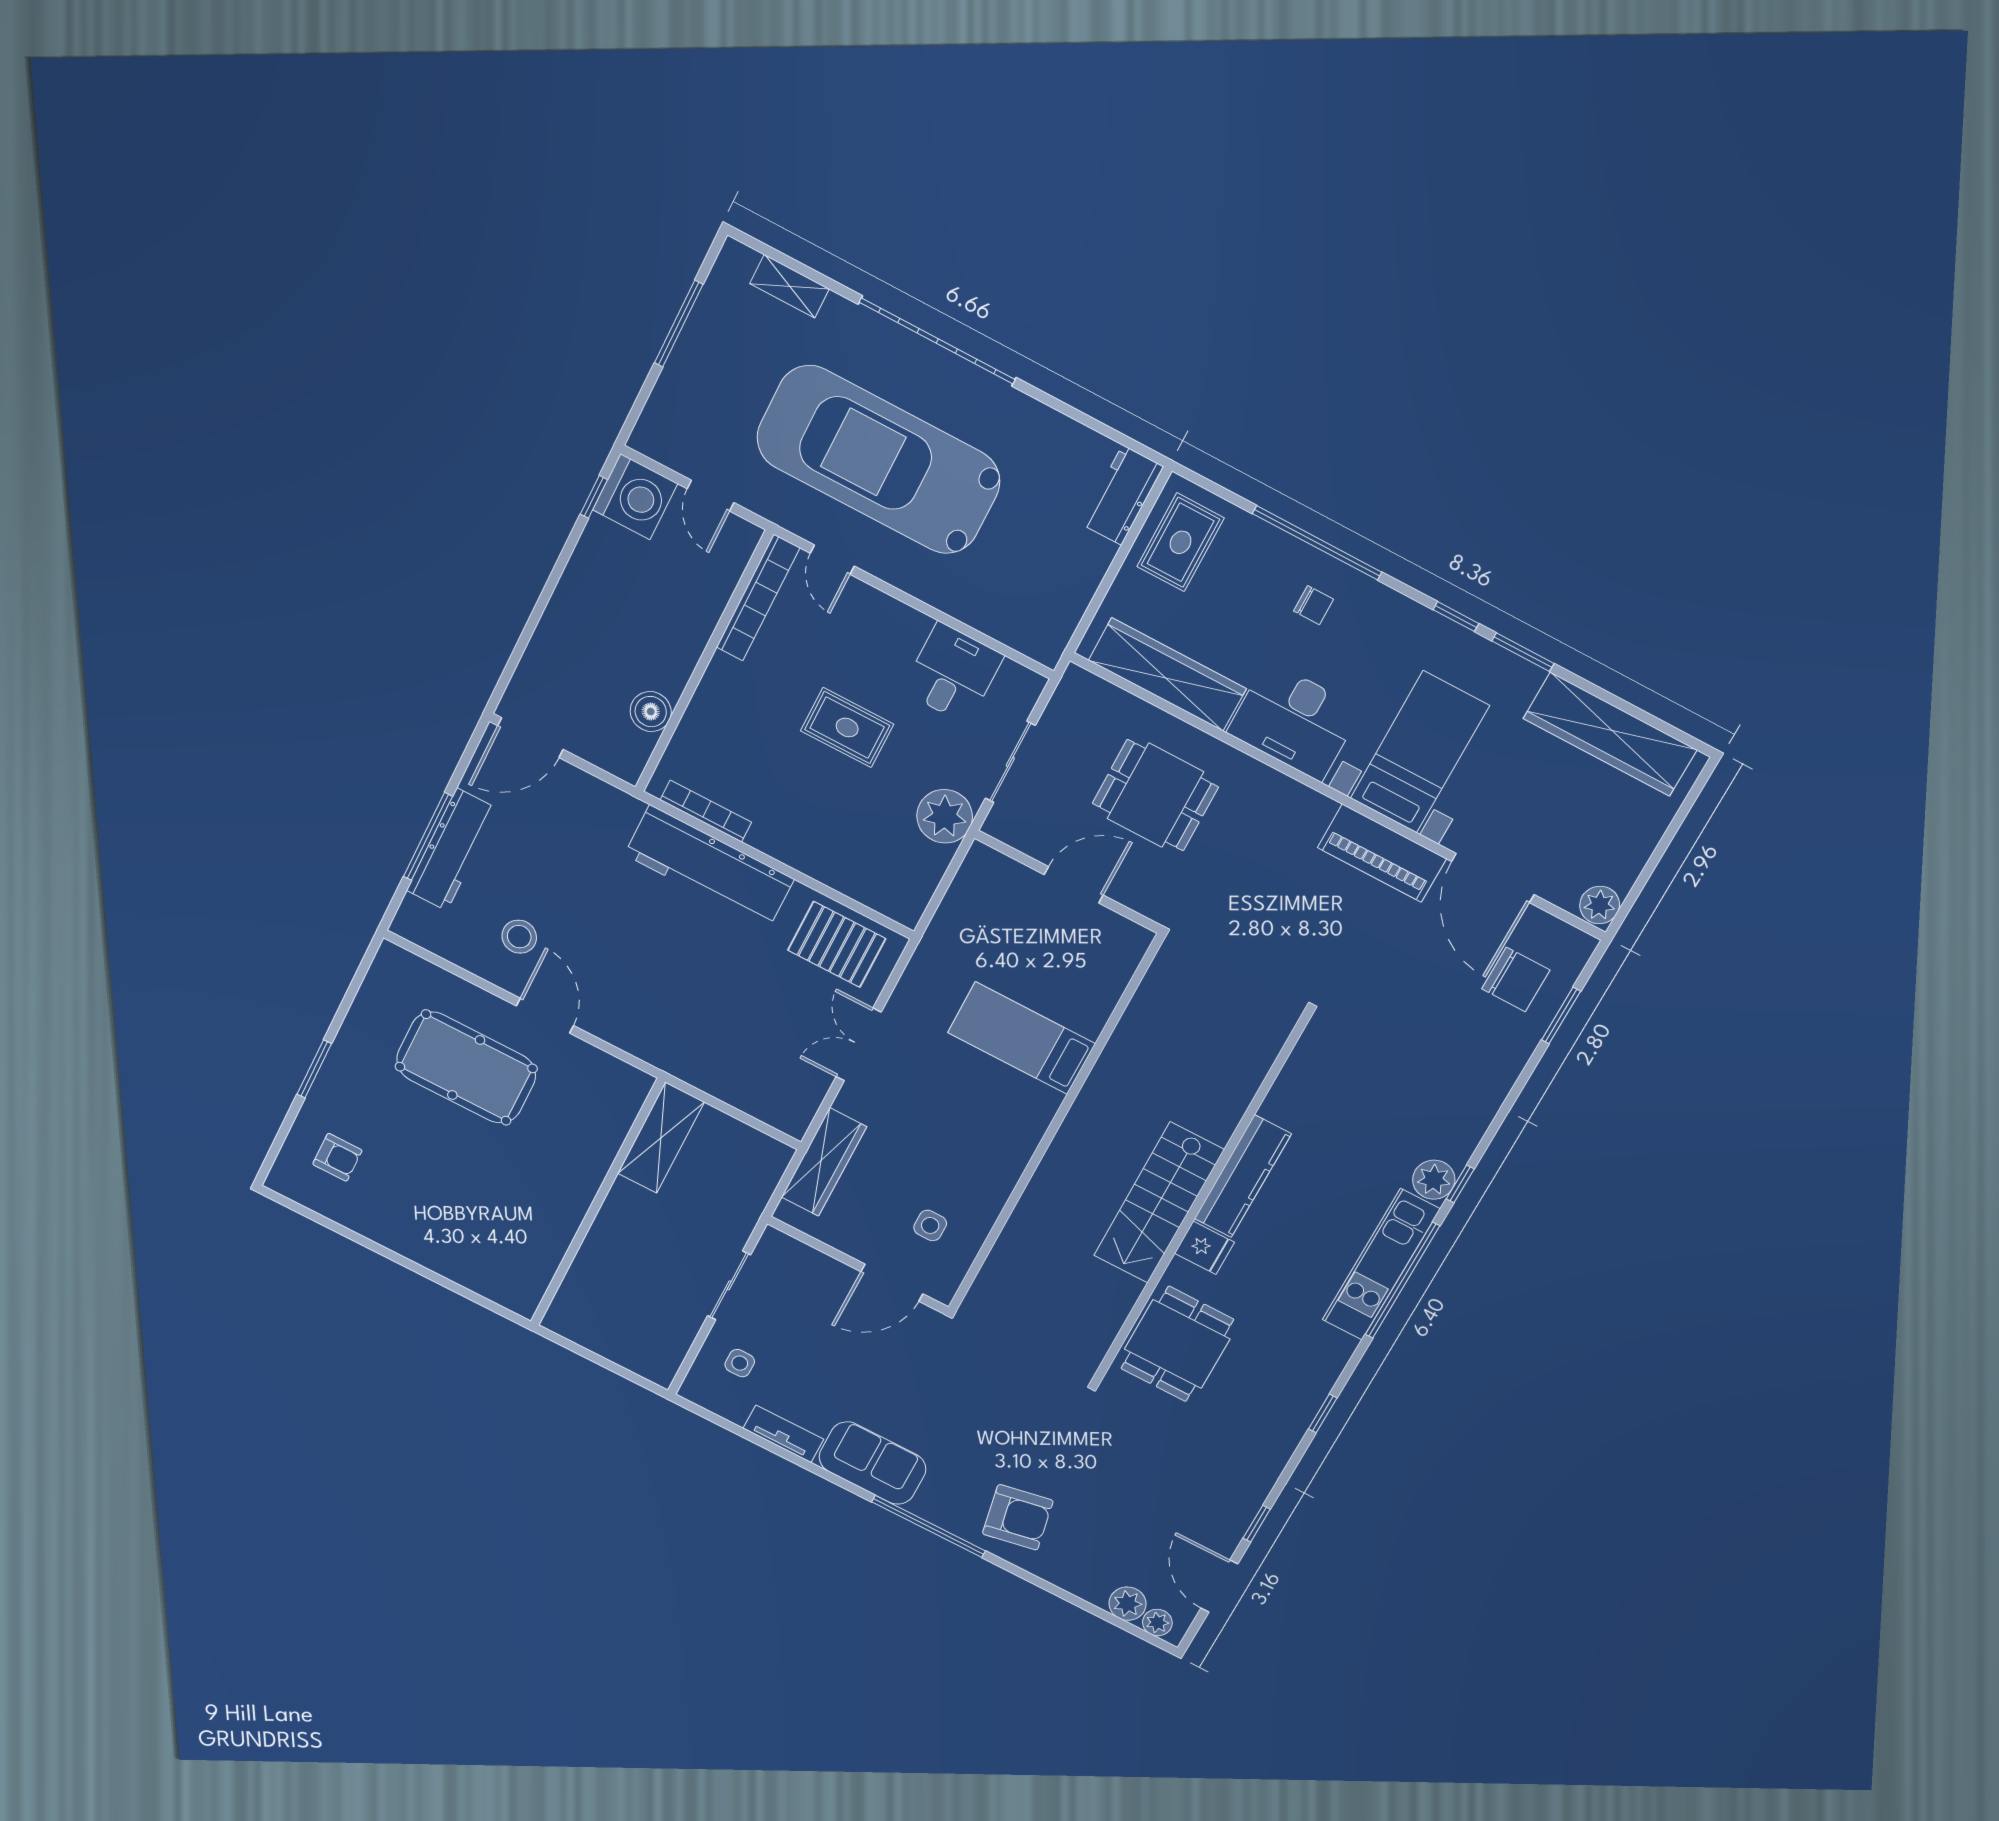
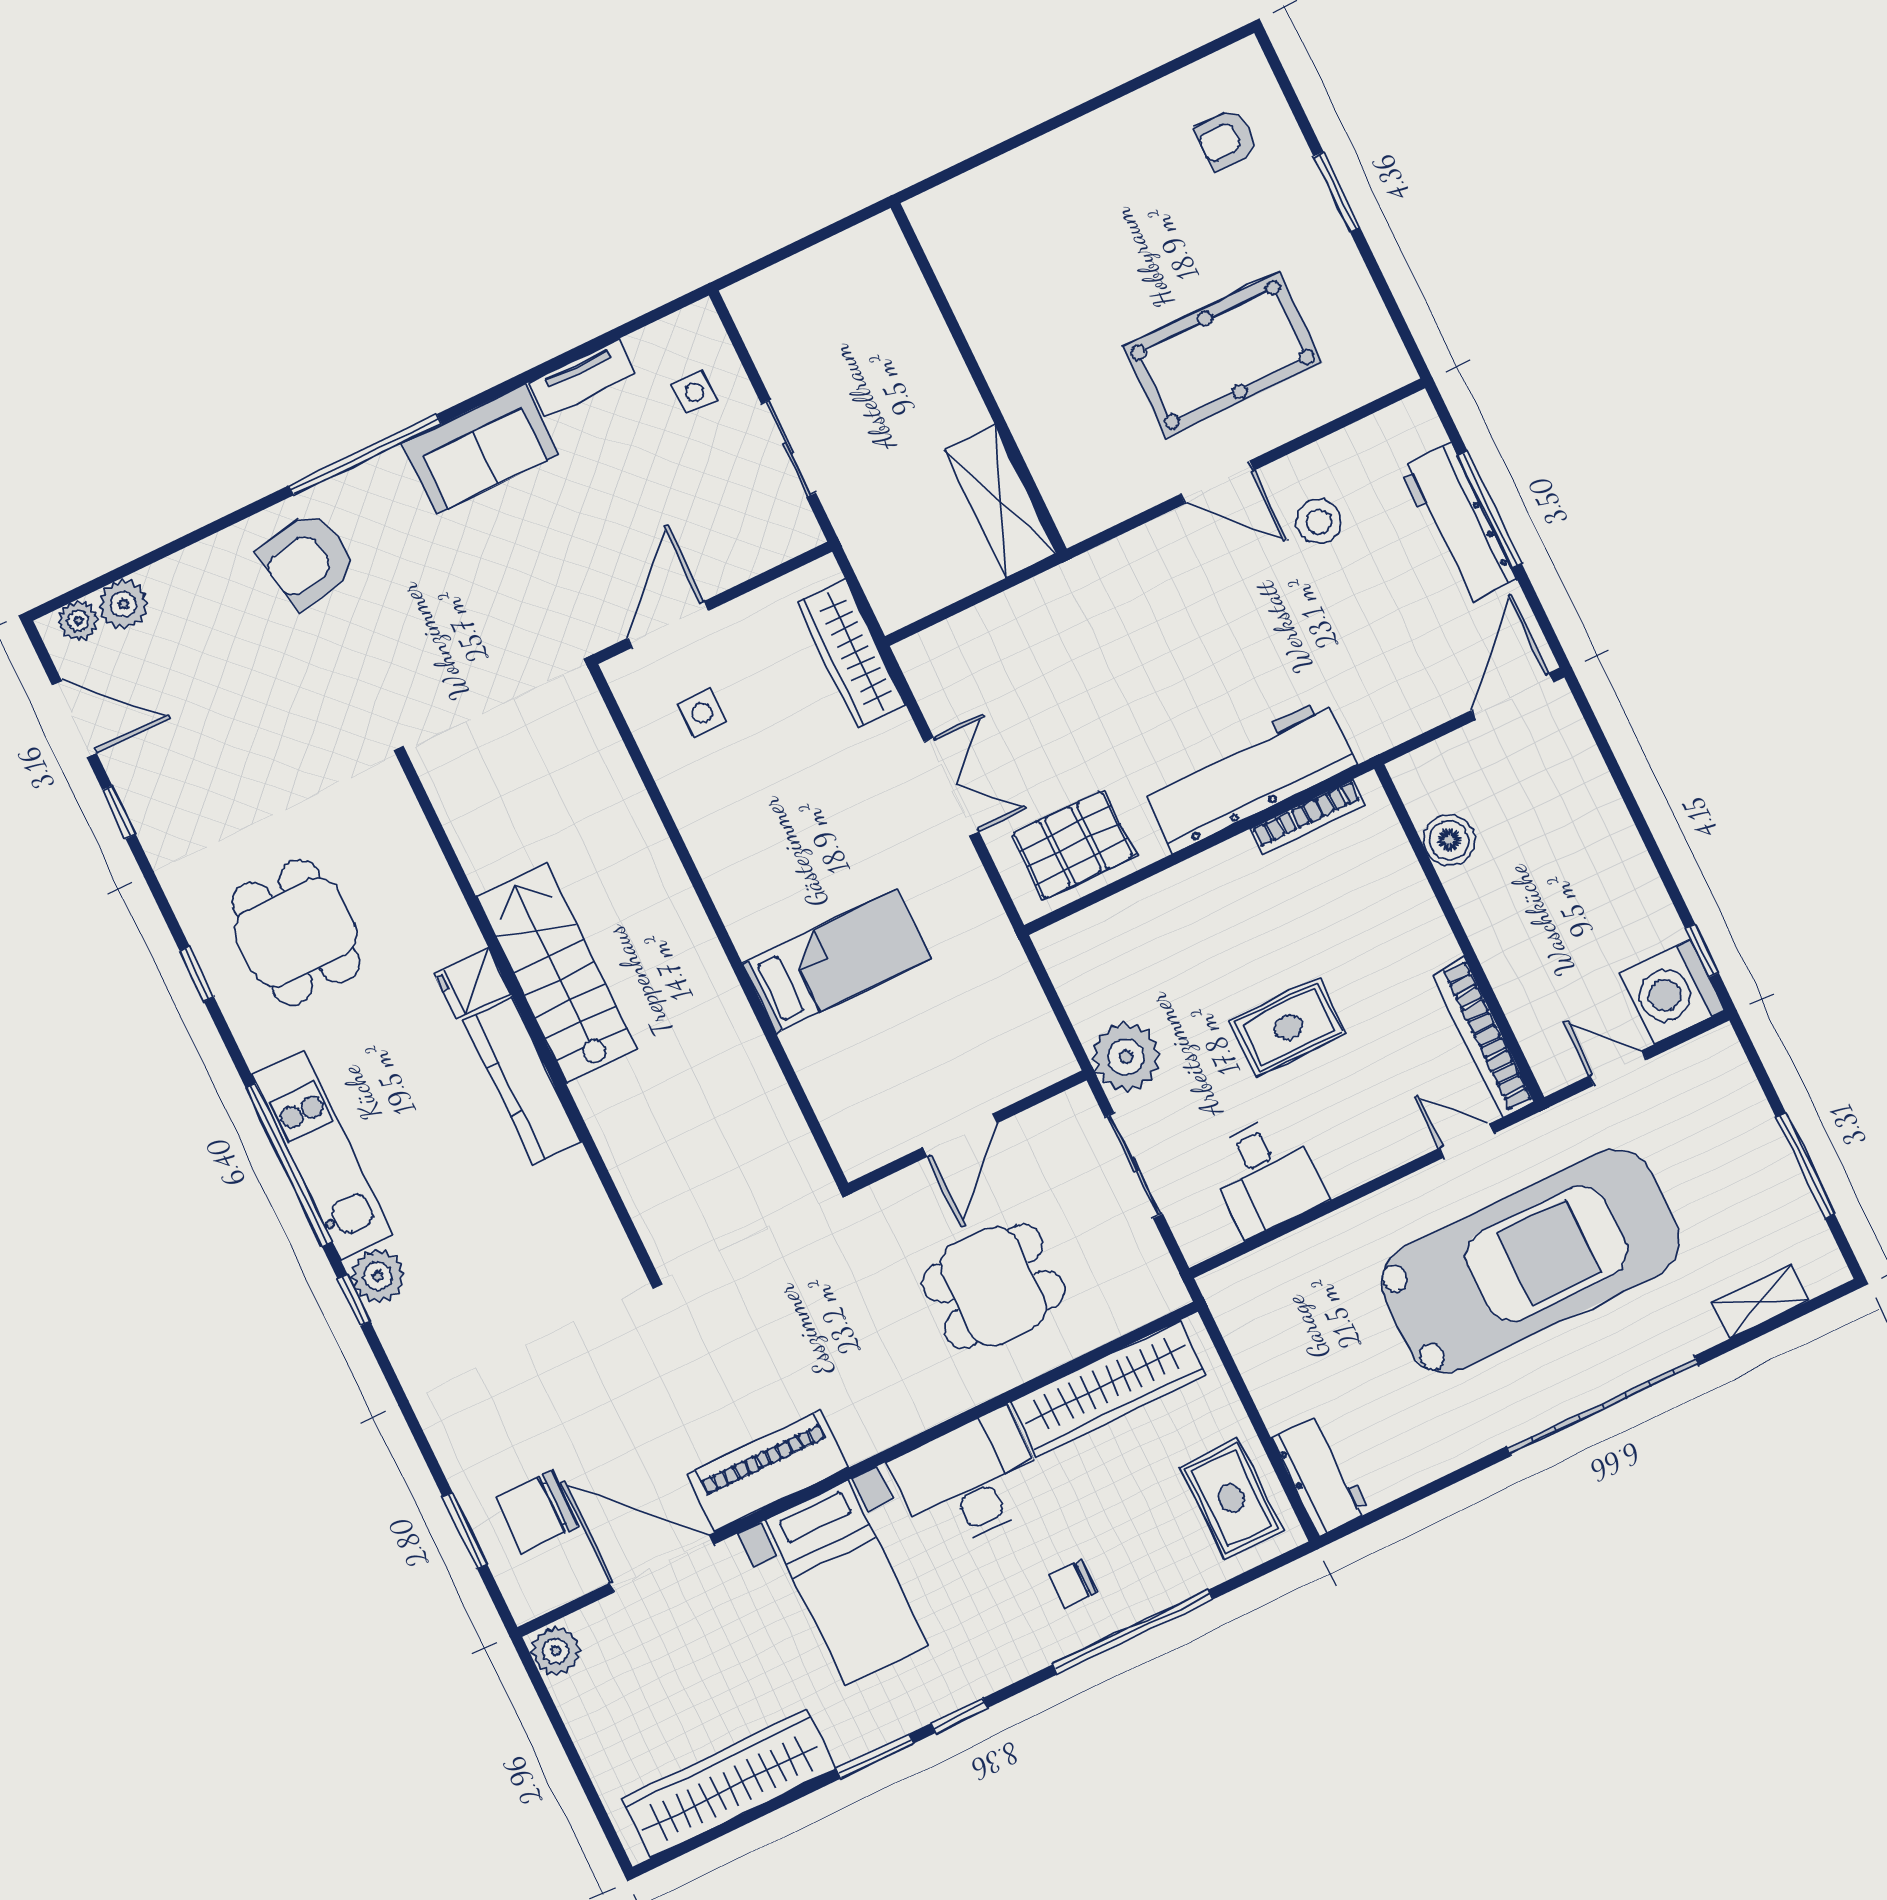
dining table: (1177, 1344) -> (296, 932), moved

